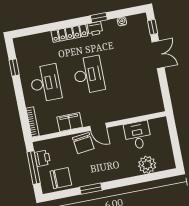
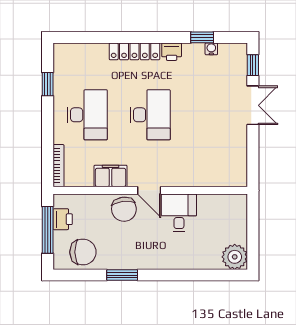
window: (99, 18) -> (202, 37), moved
desk: (138, 135) -> (179, 213), moved
plant: (147, 165) -> (235, 257), moved

